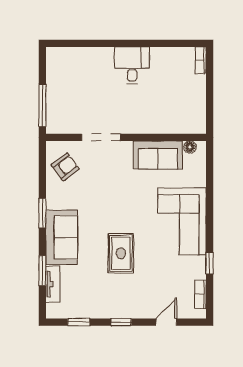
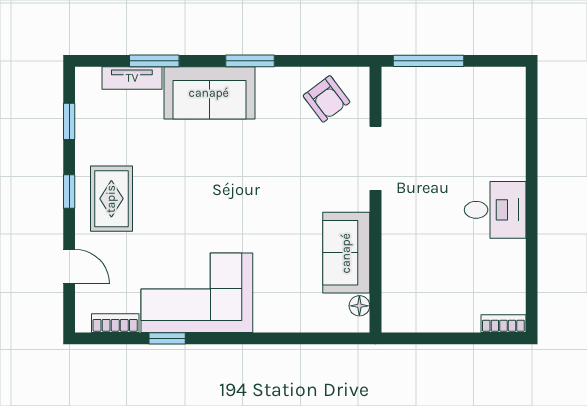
corner sofa: (182, 221) -> (197, 293), moved
rug: (121, 253) -> (111, 199), moved, turned 90

